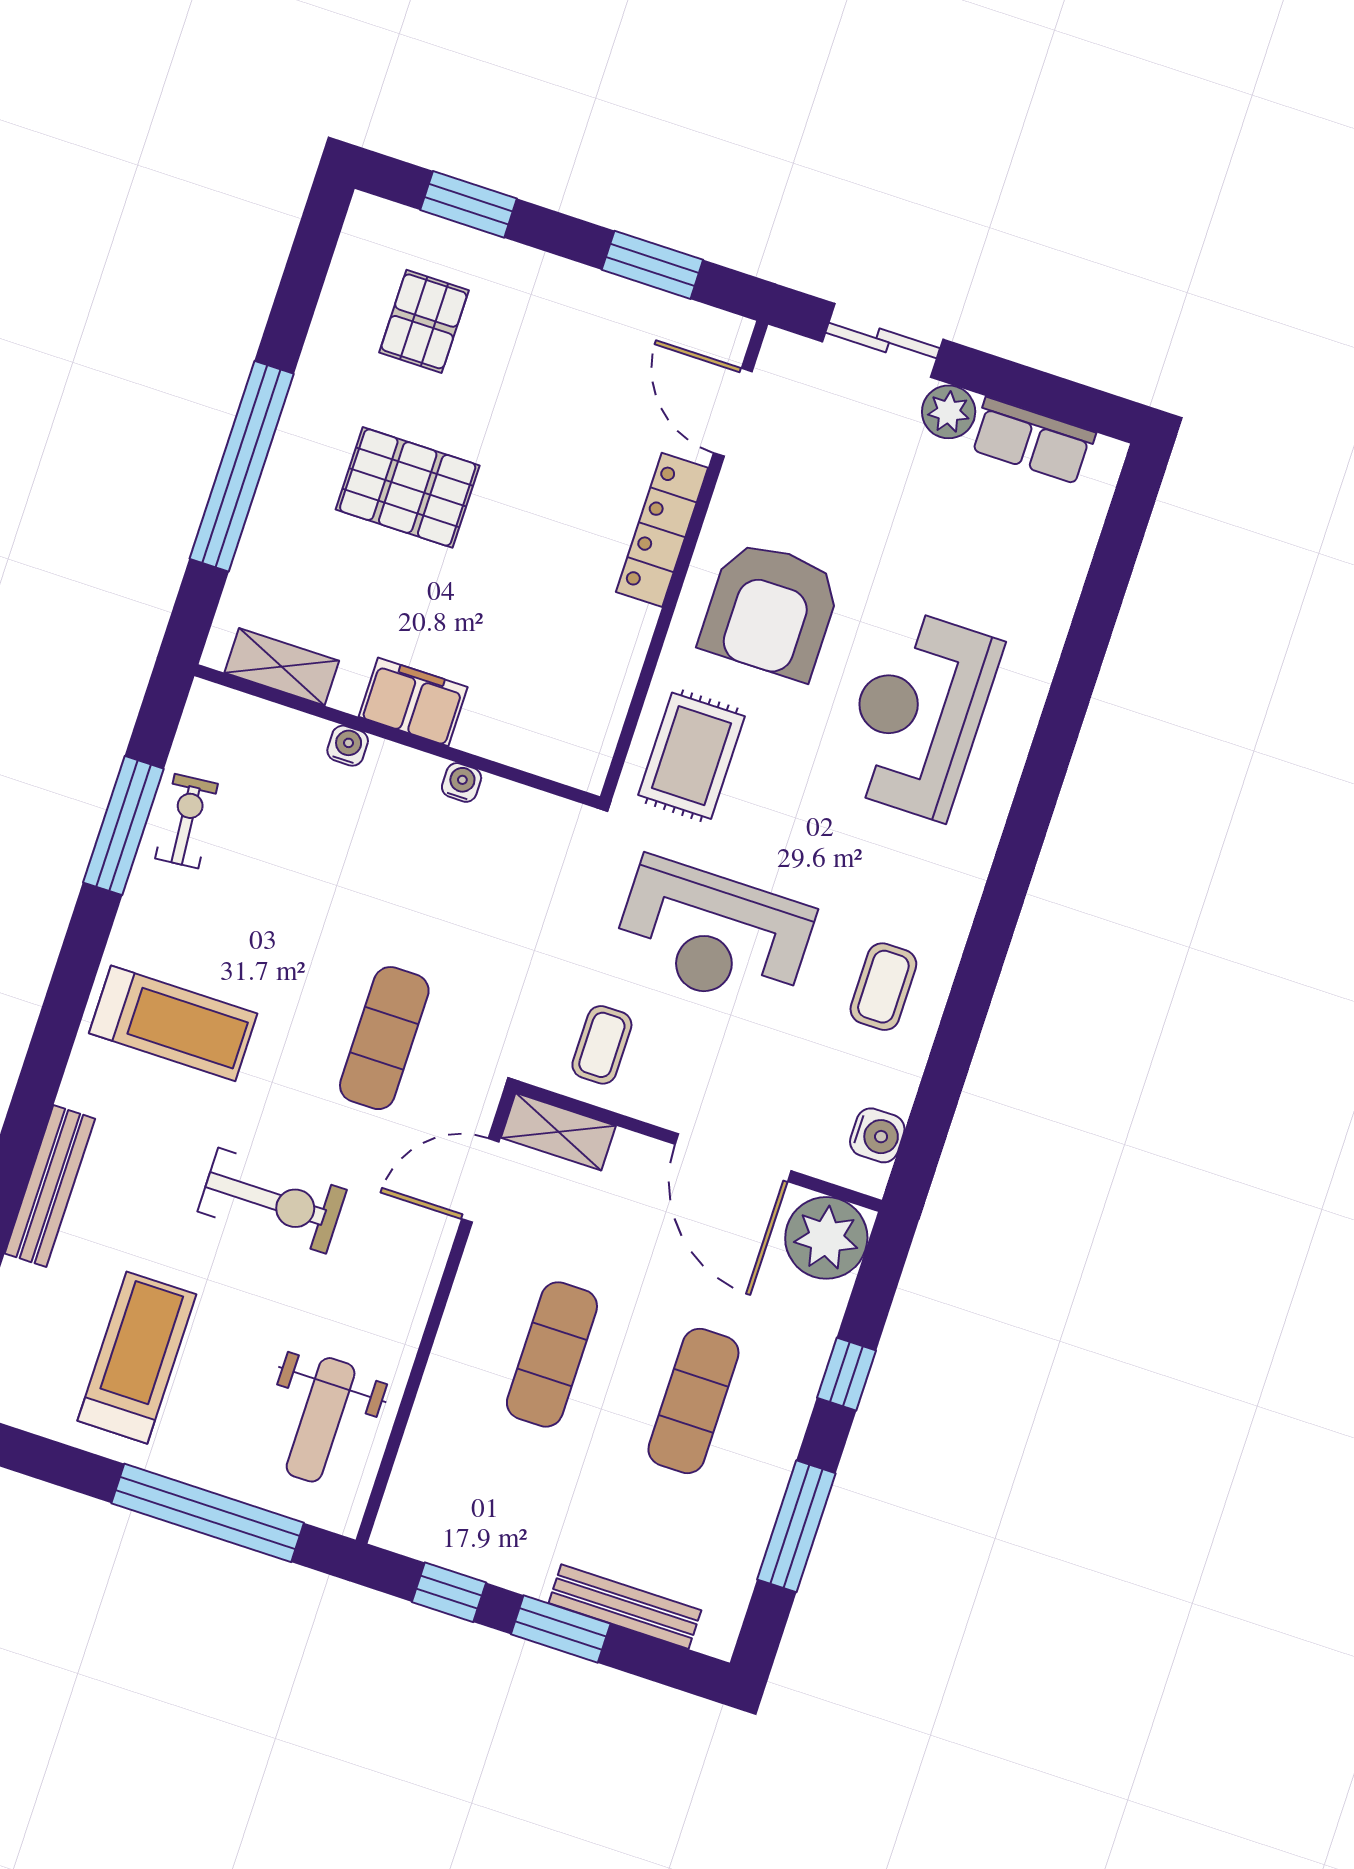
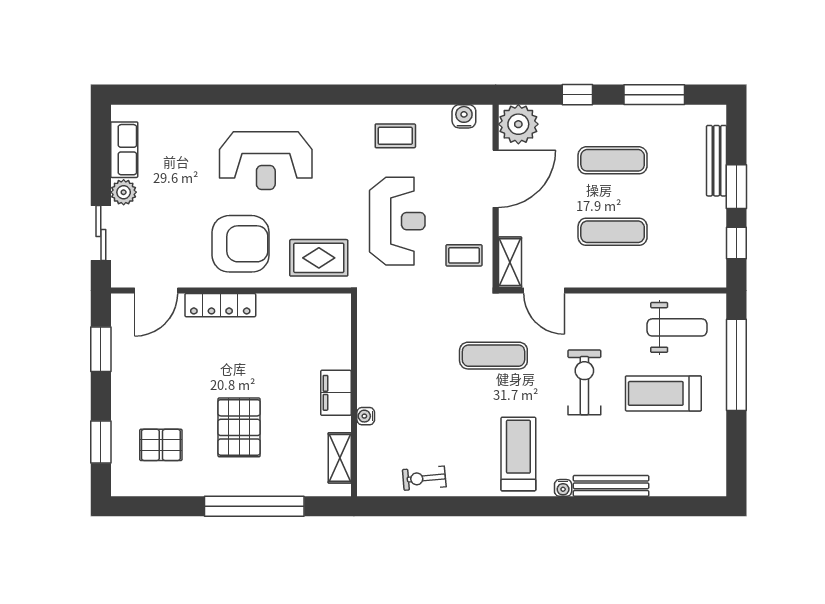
water cooler: (462, 782) -> (563, 488), moved, turned -90
window: (123, 826) -> (436, 506), removed
treadmill: (137, 1358) -> (663, 393), moved

